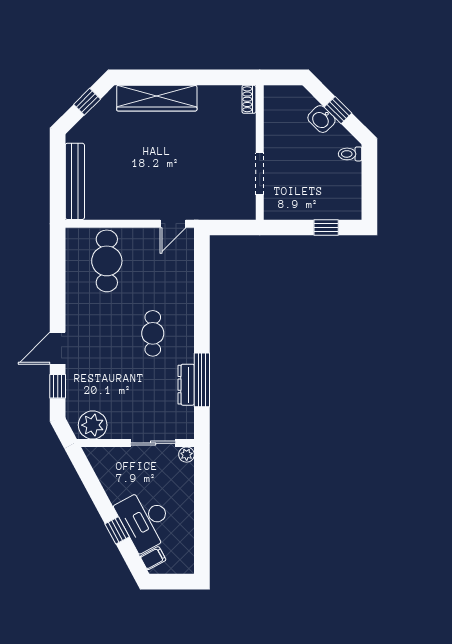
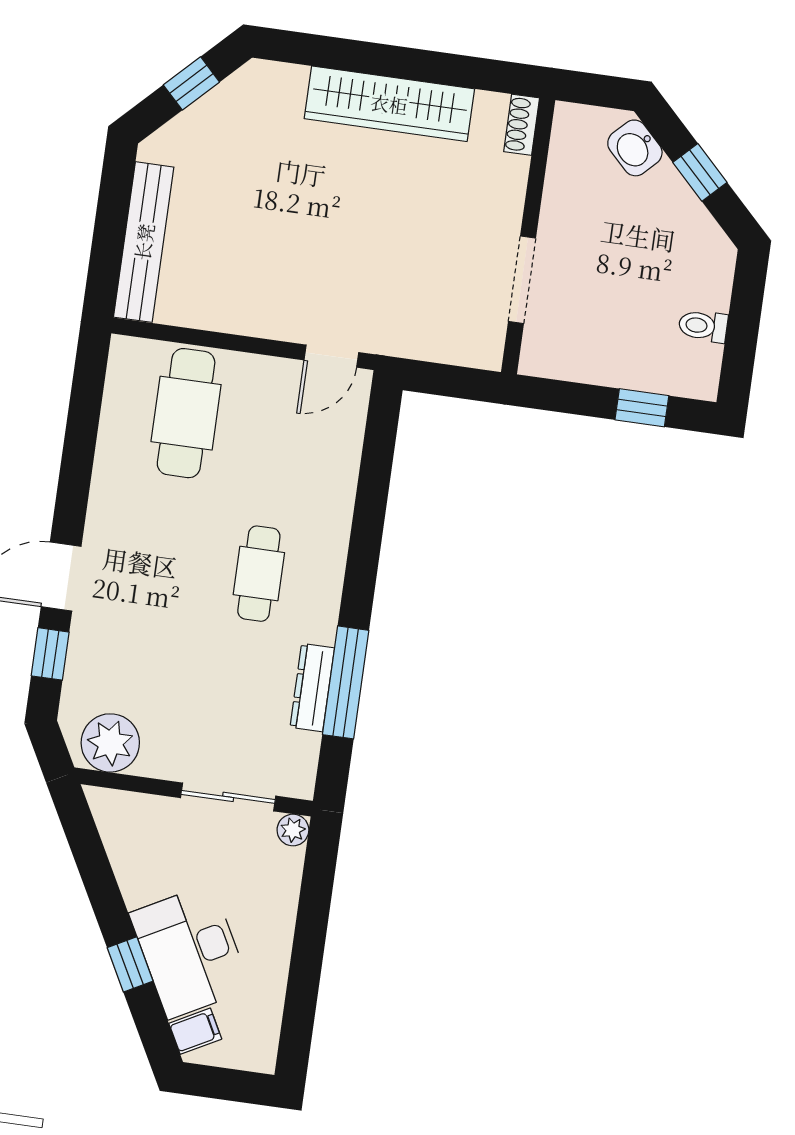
wardrobe: (157, 98) -> (389, 104), moved
washbasin: (321, 119) -> (635, 148), moved
toilet: (350, 154) -> (703, 326), moved

